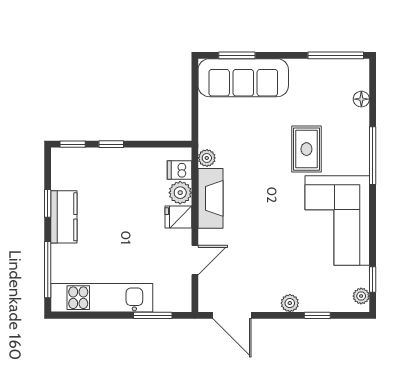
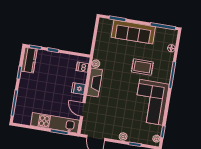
sofa: (243, 78) -> (133, 32), moved
rug: (306, 149) -> (142, 67), turned 90
plant: (180, 193) -> (81, 78), removed
kitchen counter: (64, 217) -> (29, 60), moved
door: (195, 260) -> (83, 110), swing flipped
kitchen unit: (102, 298) -> (55, 123), moved

